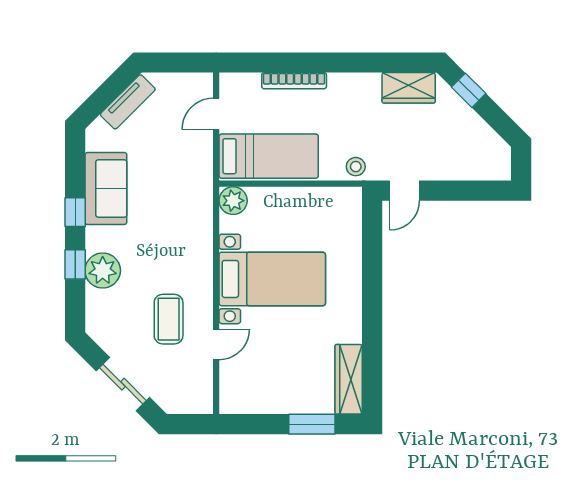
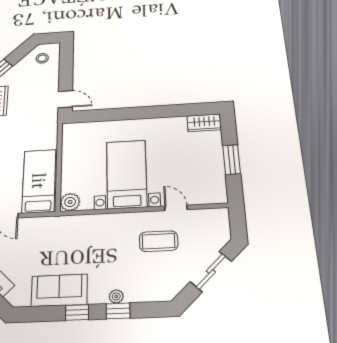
stool: (356, 167) -> (42, 58), moved
plant: (103, 270) -> (116, 296), width x0.53, depth x0.53
wardrobe: (349, 379) -> (204, 123), width x0.67
window: (312, 424) -> (232, 160), moved

